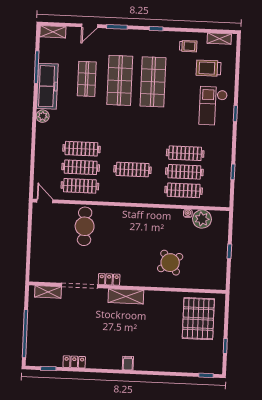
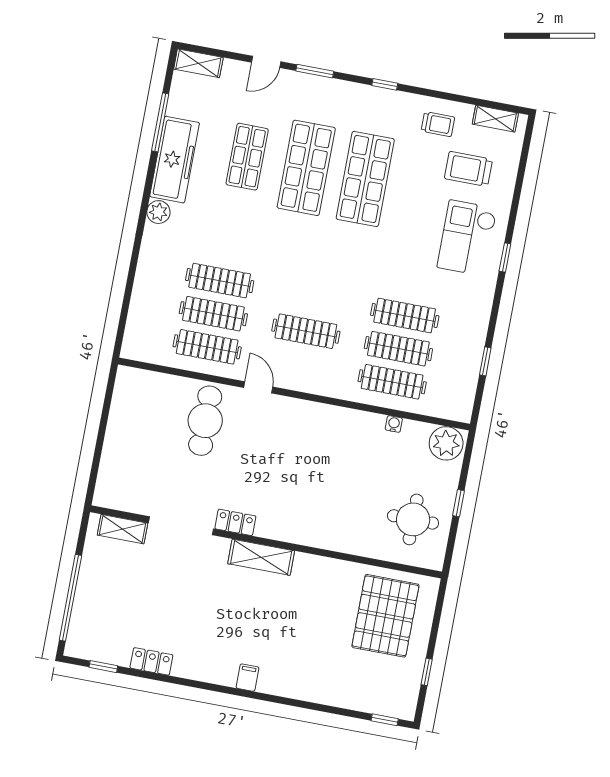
door: (45, 201) -> (258, 387), moved
plant: (202, 219) -> (446, 443), moved
round table: (170, 263) -> (413, 519), moved, turned 35

